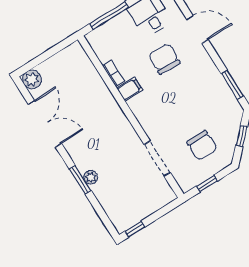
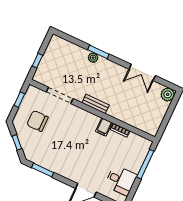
chair: (164, 59) -> (95, 159), removed
bench: (122, 122) -> (96, 104), added
double door: (45, 124) -> (142, 72), width x0.73
window: (135, 229) -> (37, 61), moved

